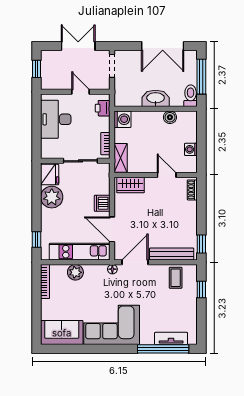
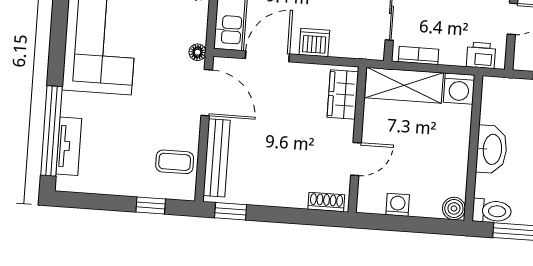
boiler: (170, 117) -> (454, 208), moved
shelving: (121, 158) -> (404, 85), width x1.50, depth x1.33

